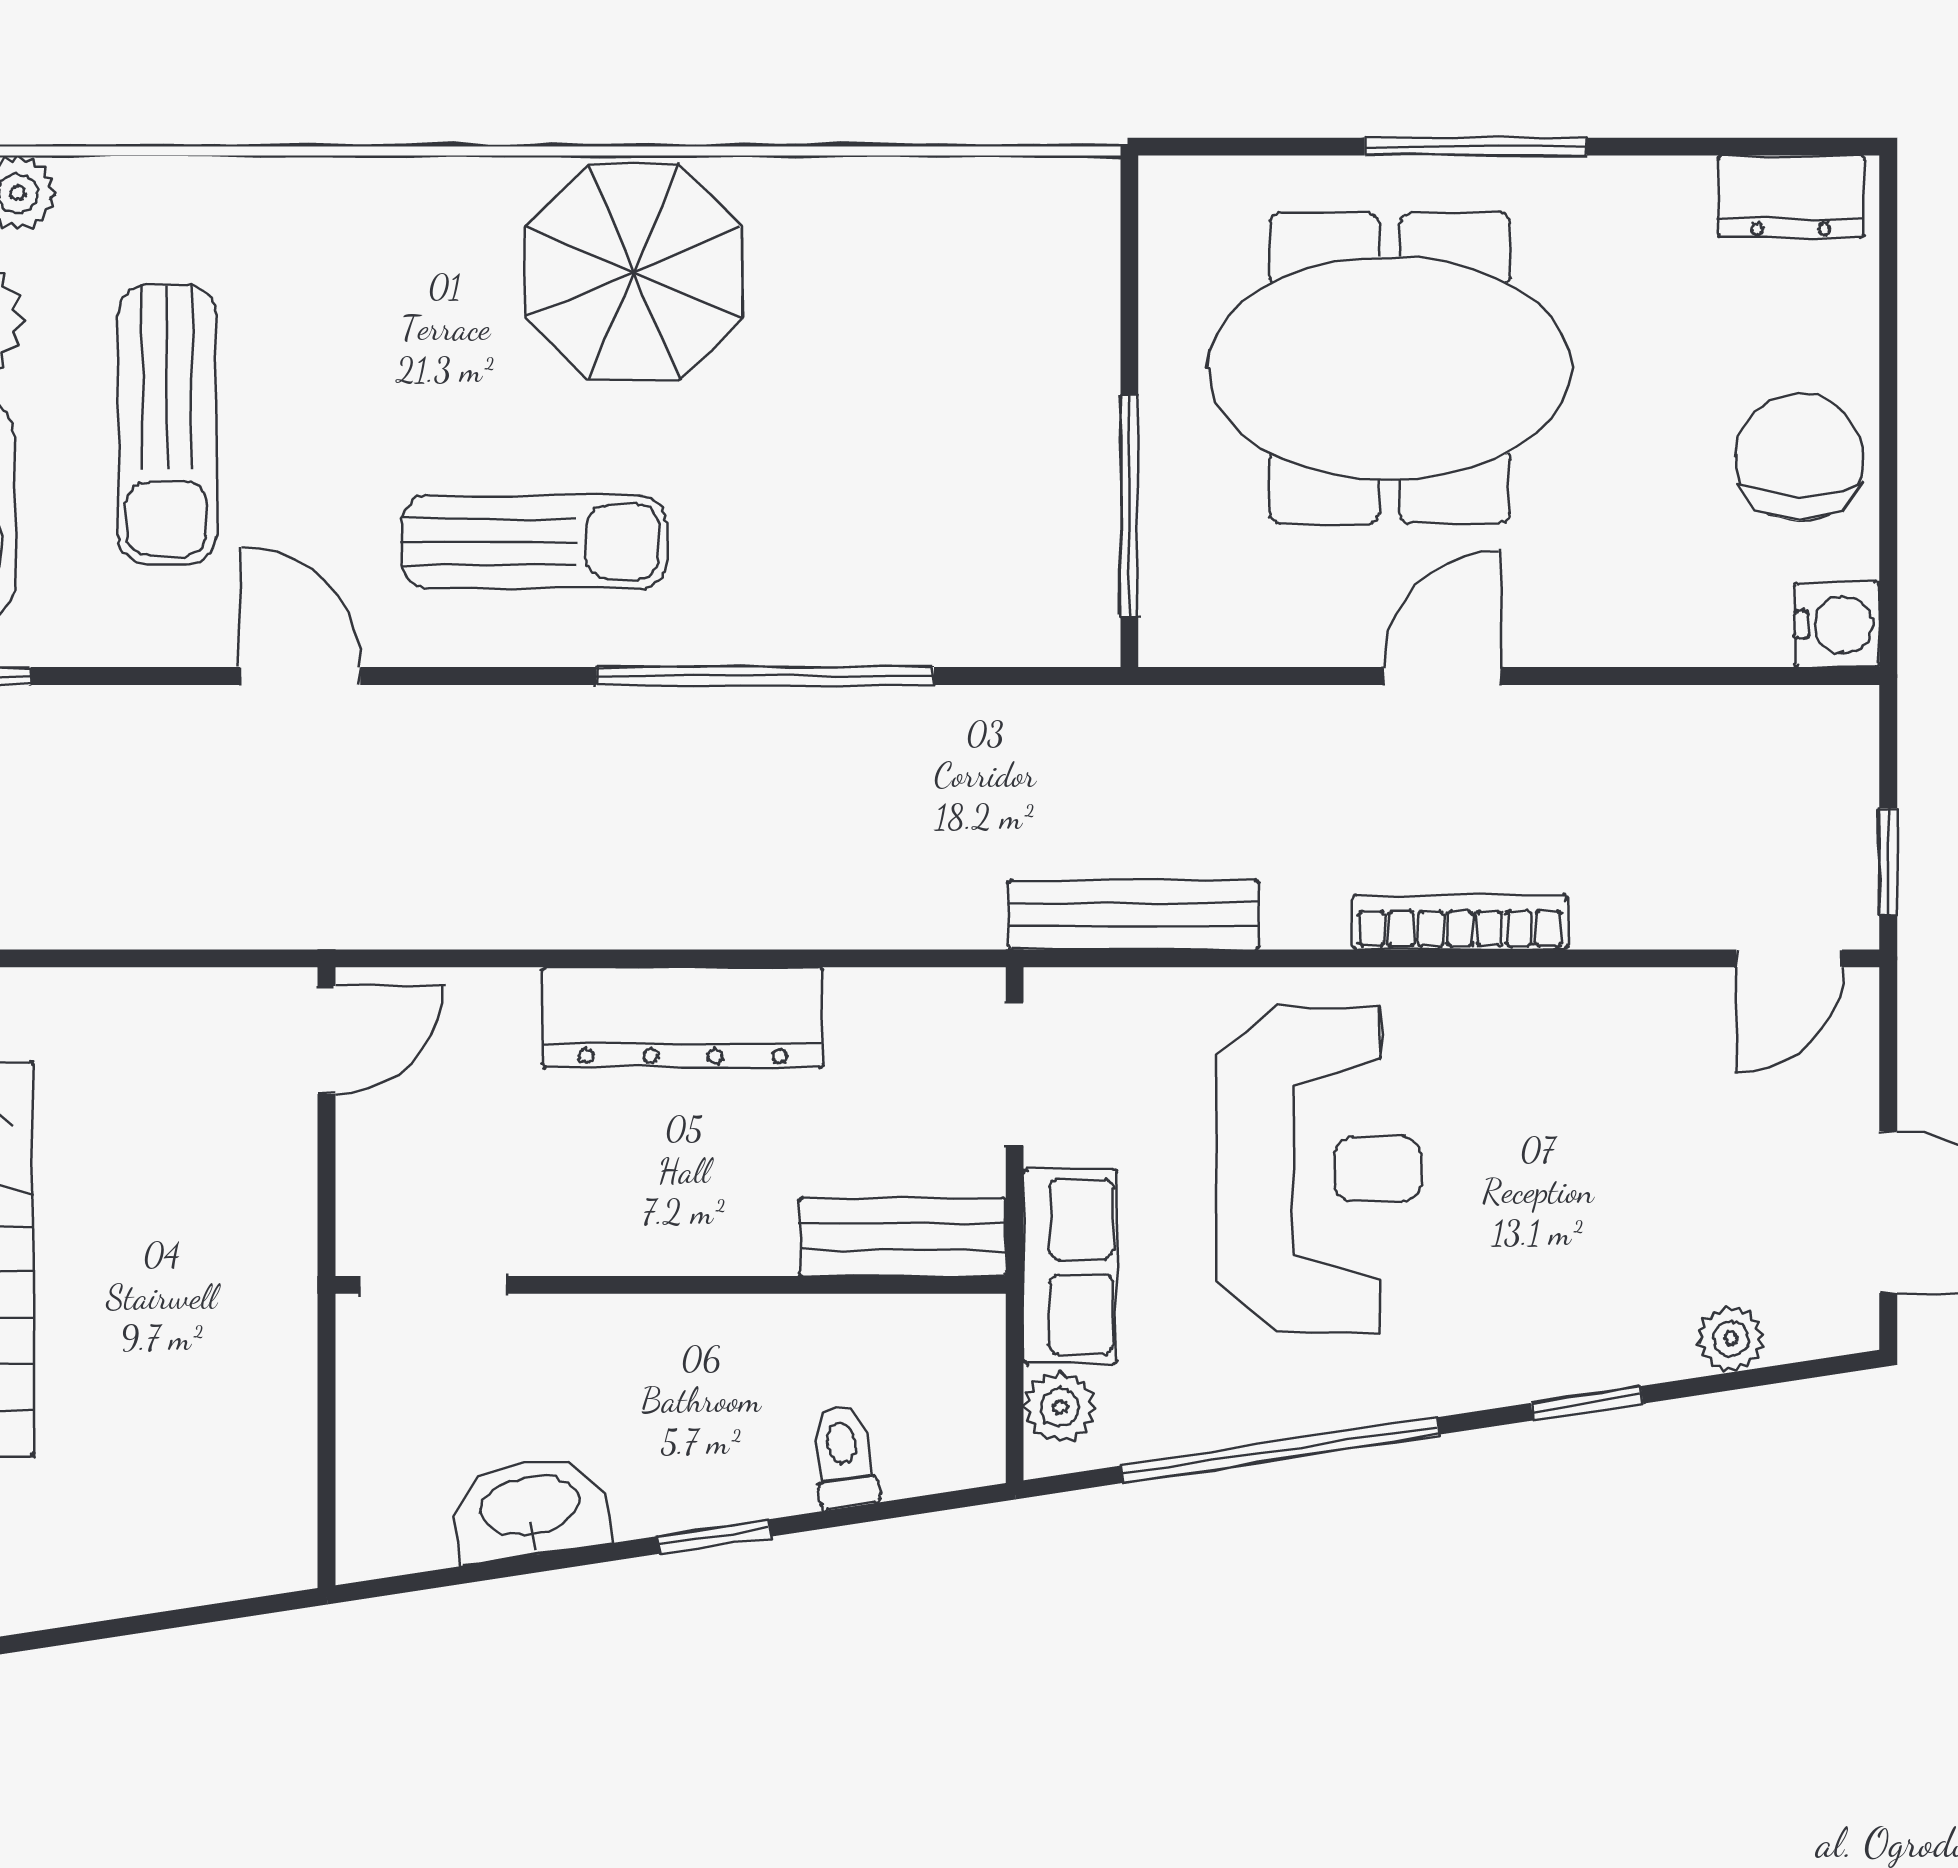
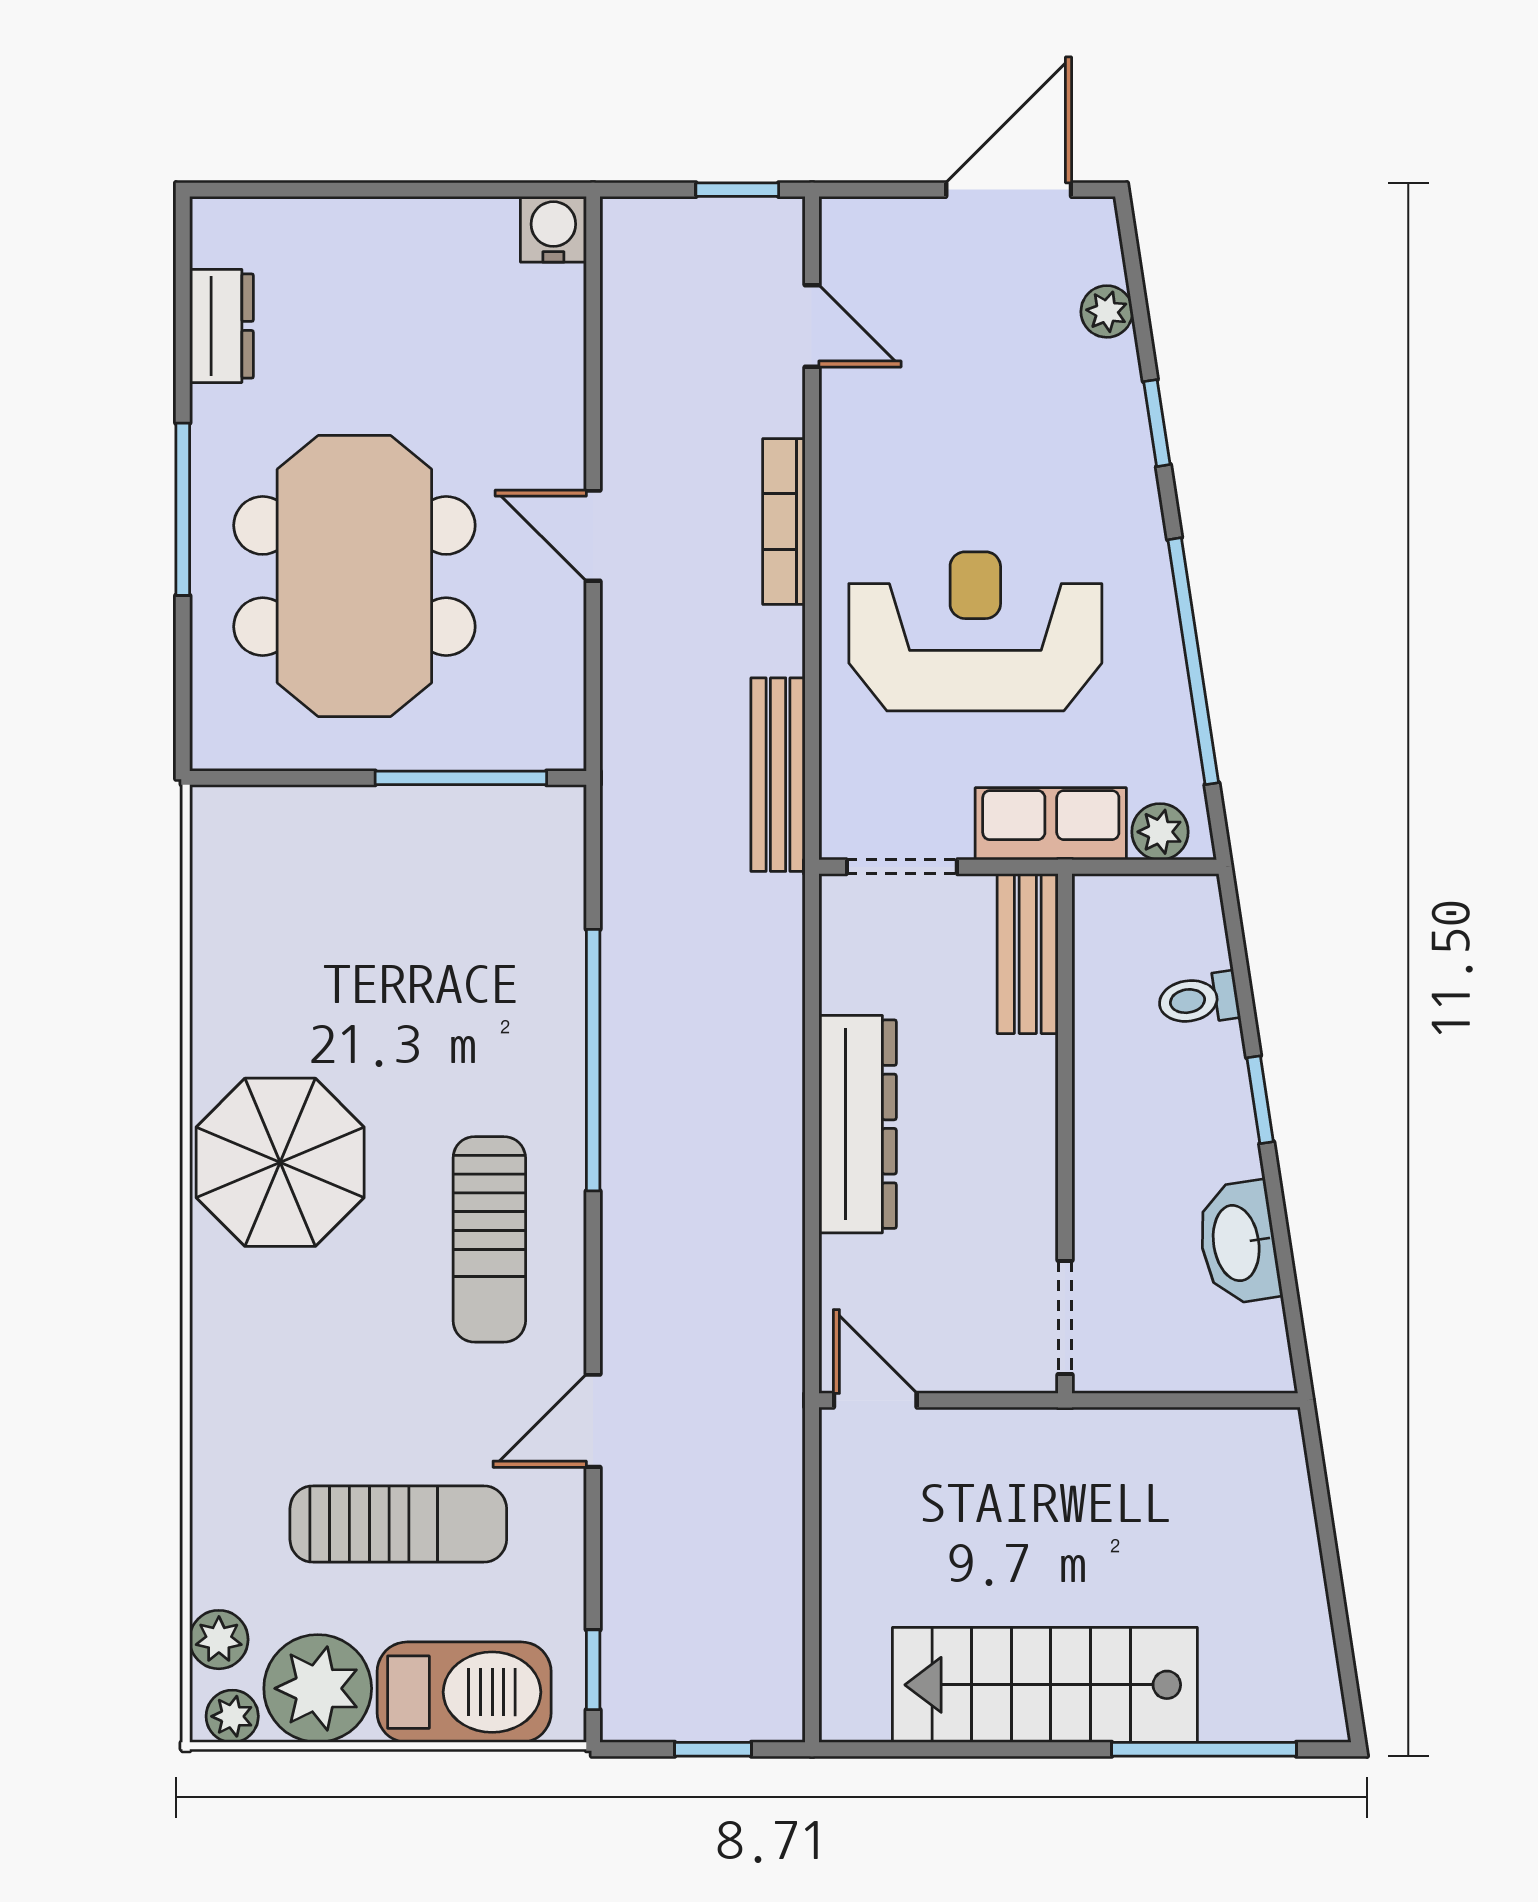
dresser: (1791, 197) -> (221, 326), moved
chair: (1799, 457) -> (423, 259), removed
sun lounger: (534, 542) -> (489, 1239), turned 180
door: (1789, 958) -> (812, 326), moved

